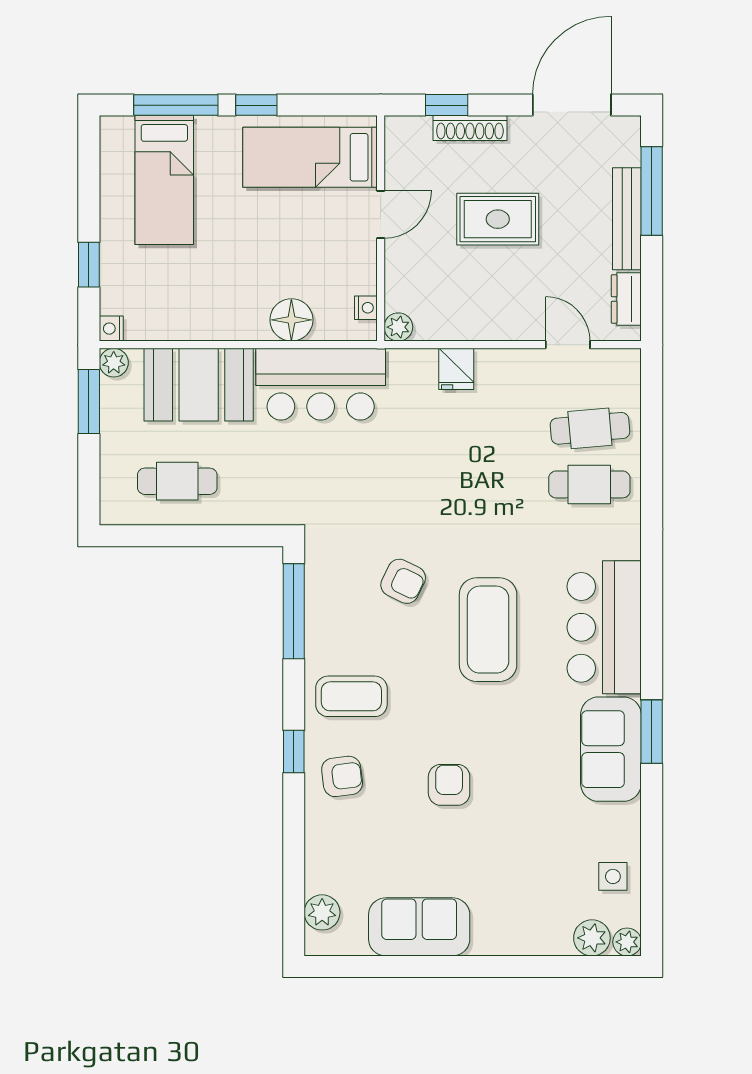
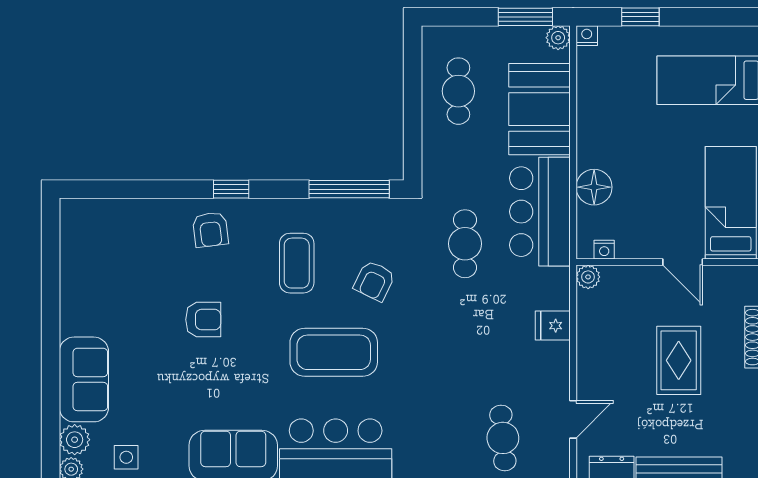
cafe table: (589, 484) -> (465, 244), moved
coffee table: (351, 696) -> (297, 263), moved
plant: (322, 912) -> (96, 213), removed
sofa: (419, 927) -> (84, 379), moved

